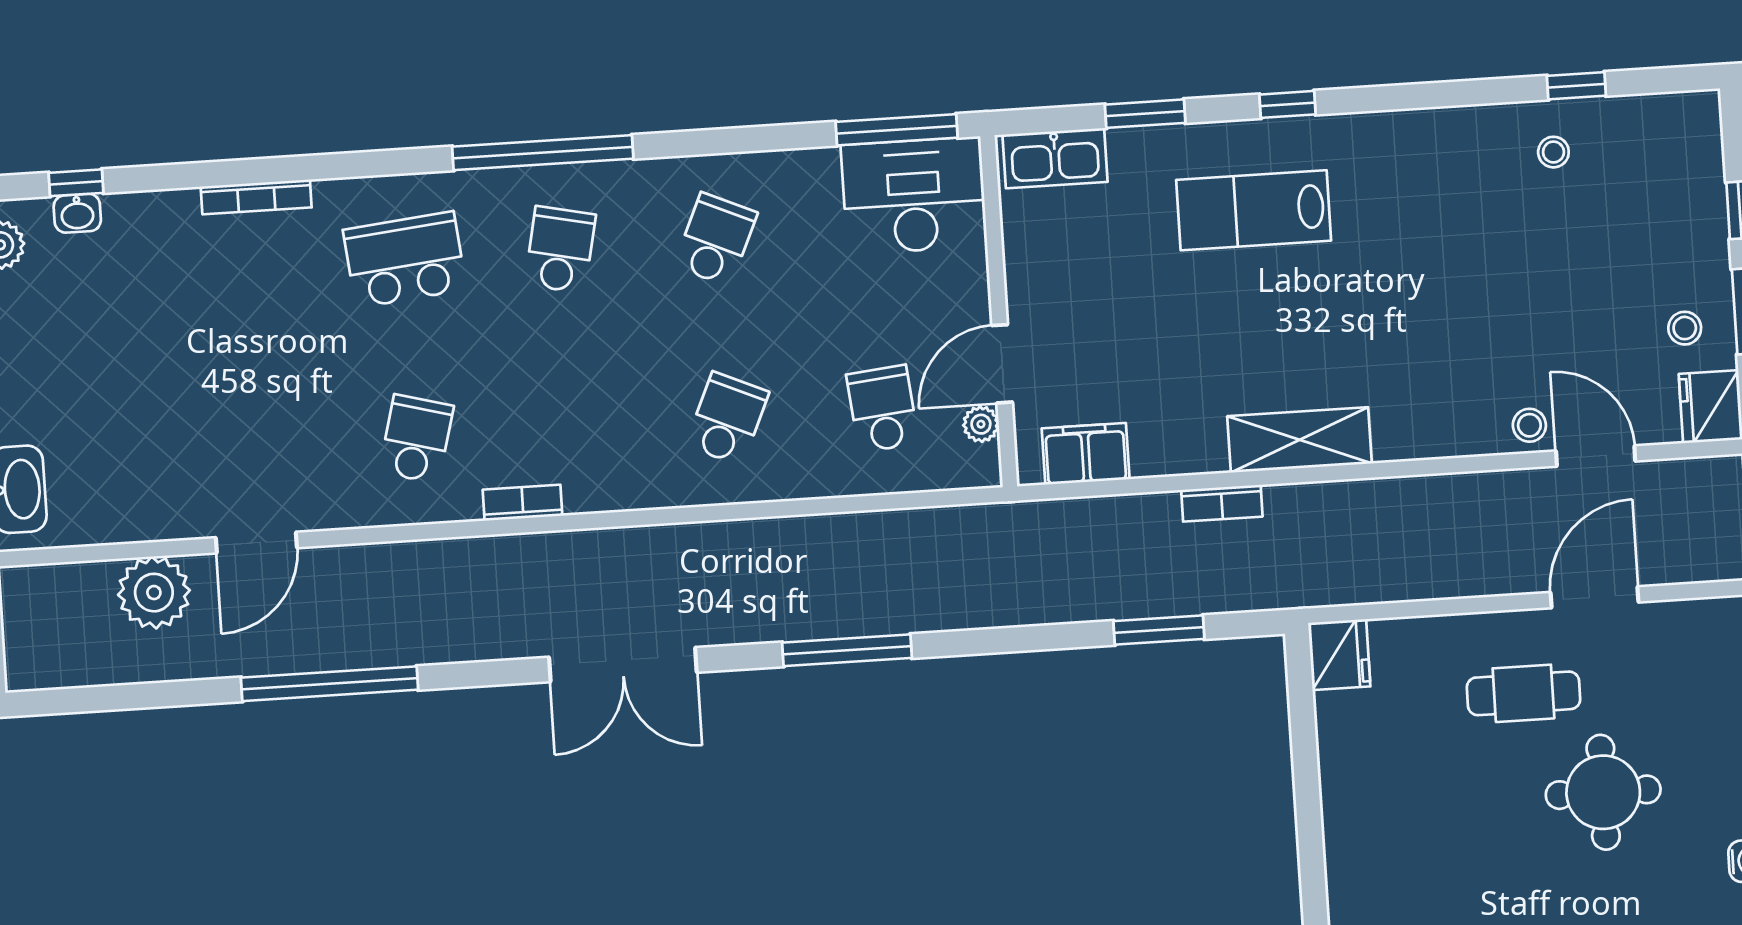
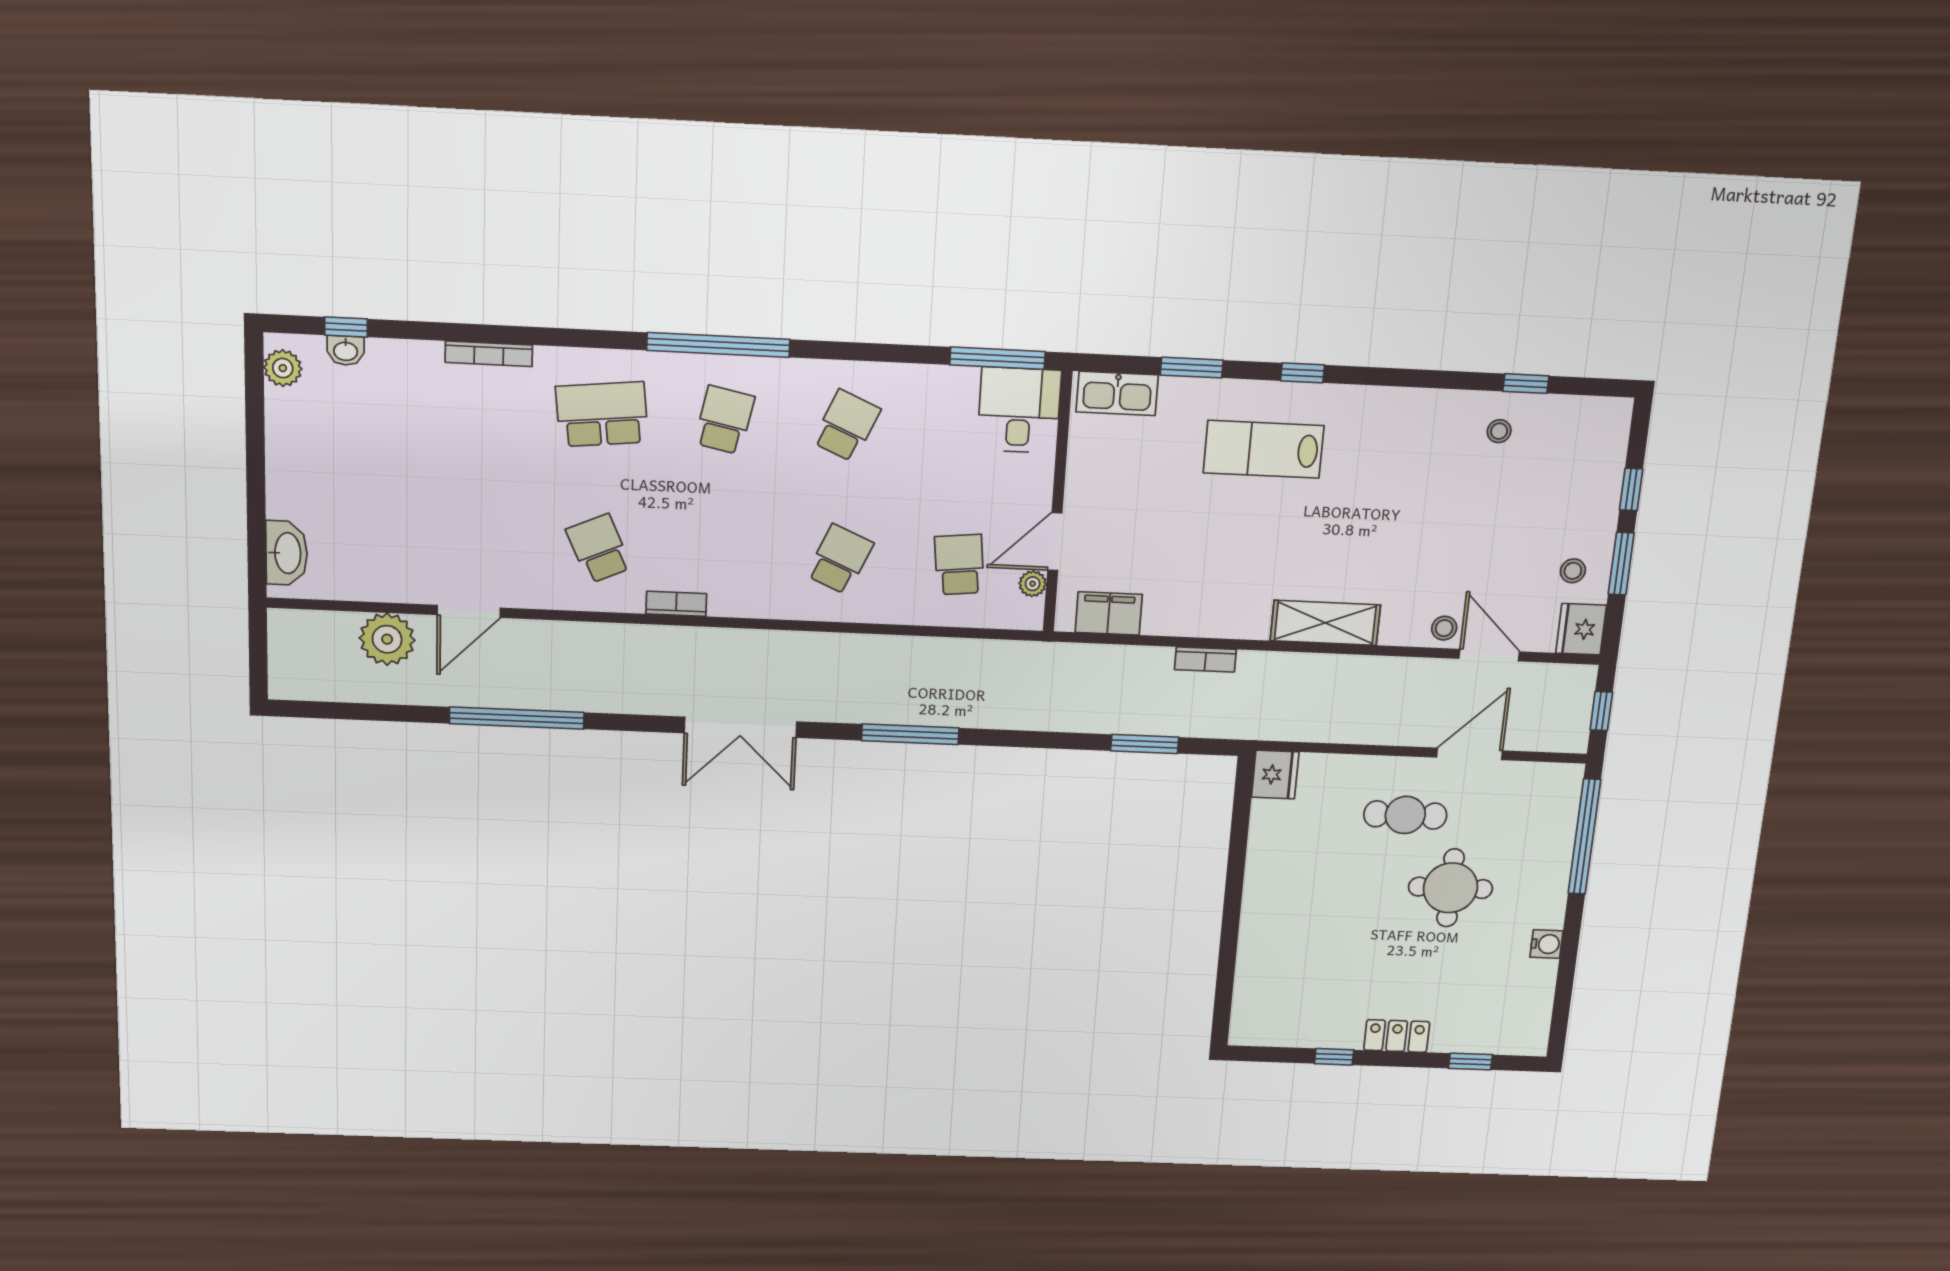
desk: (914, 196) -> (1019, 410), width x0.73
school desk: (416, 439) -> (599, 549), turned -39
shelving: (1299, 440) -> (1325, 623), moved

